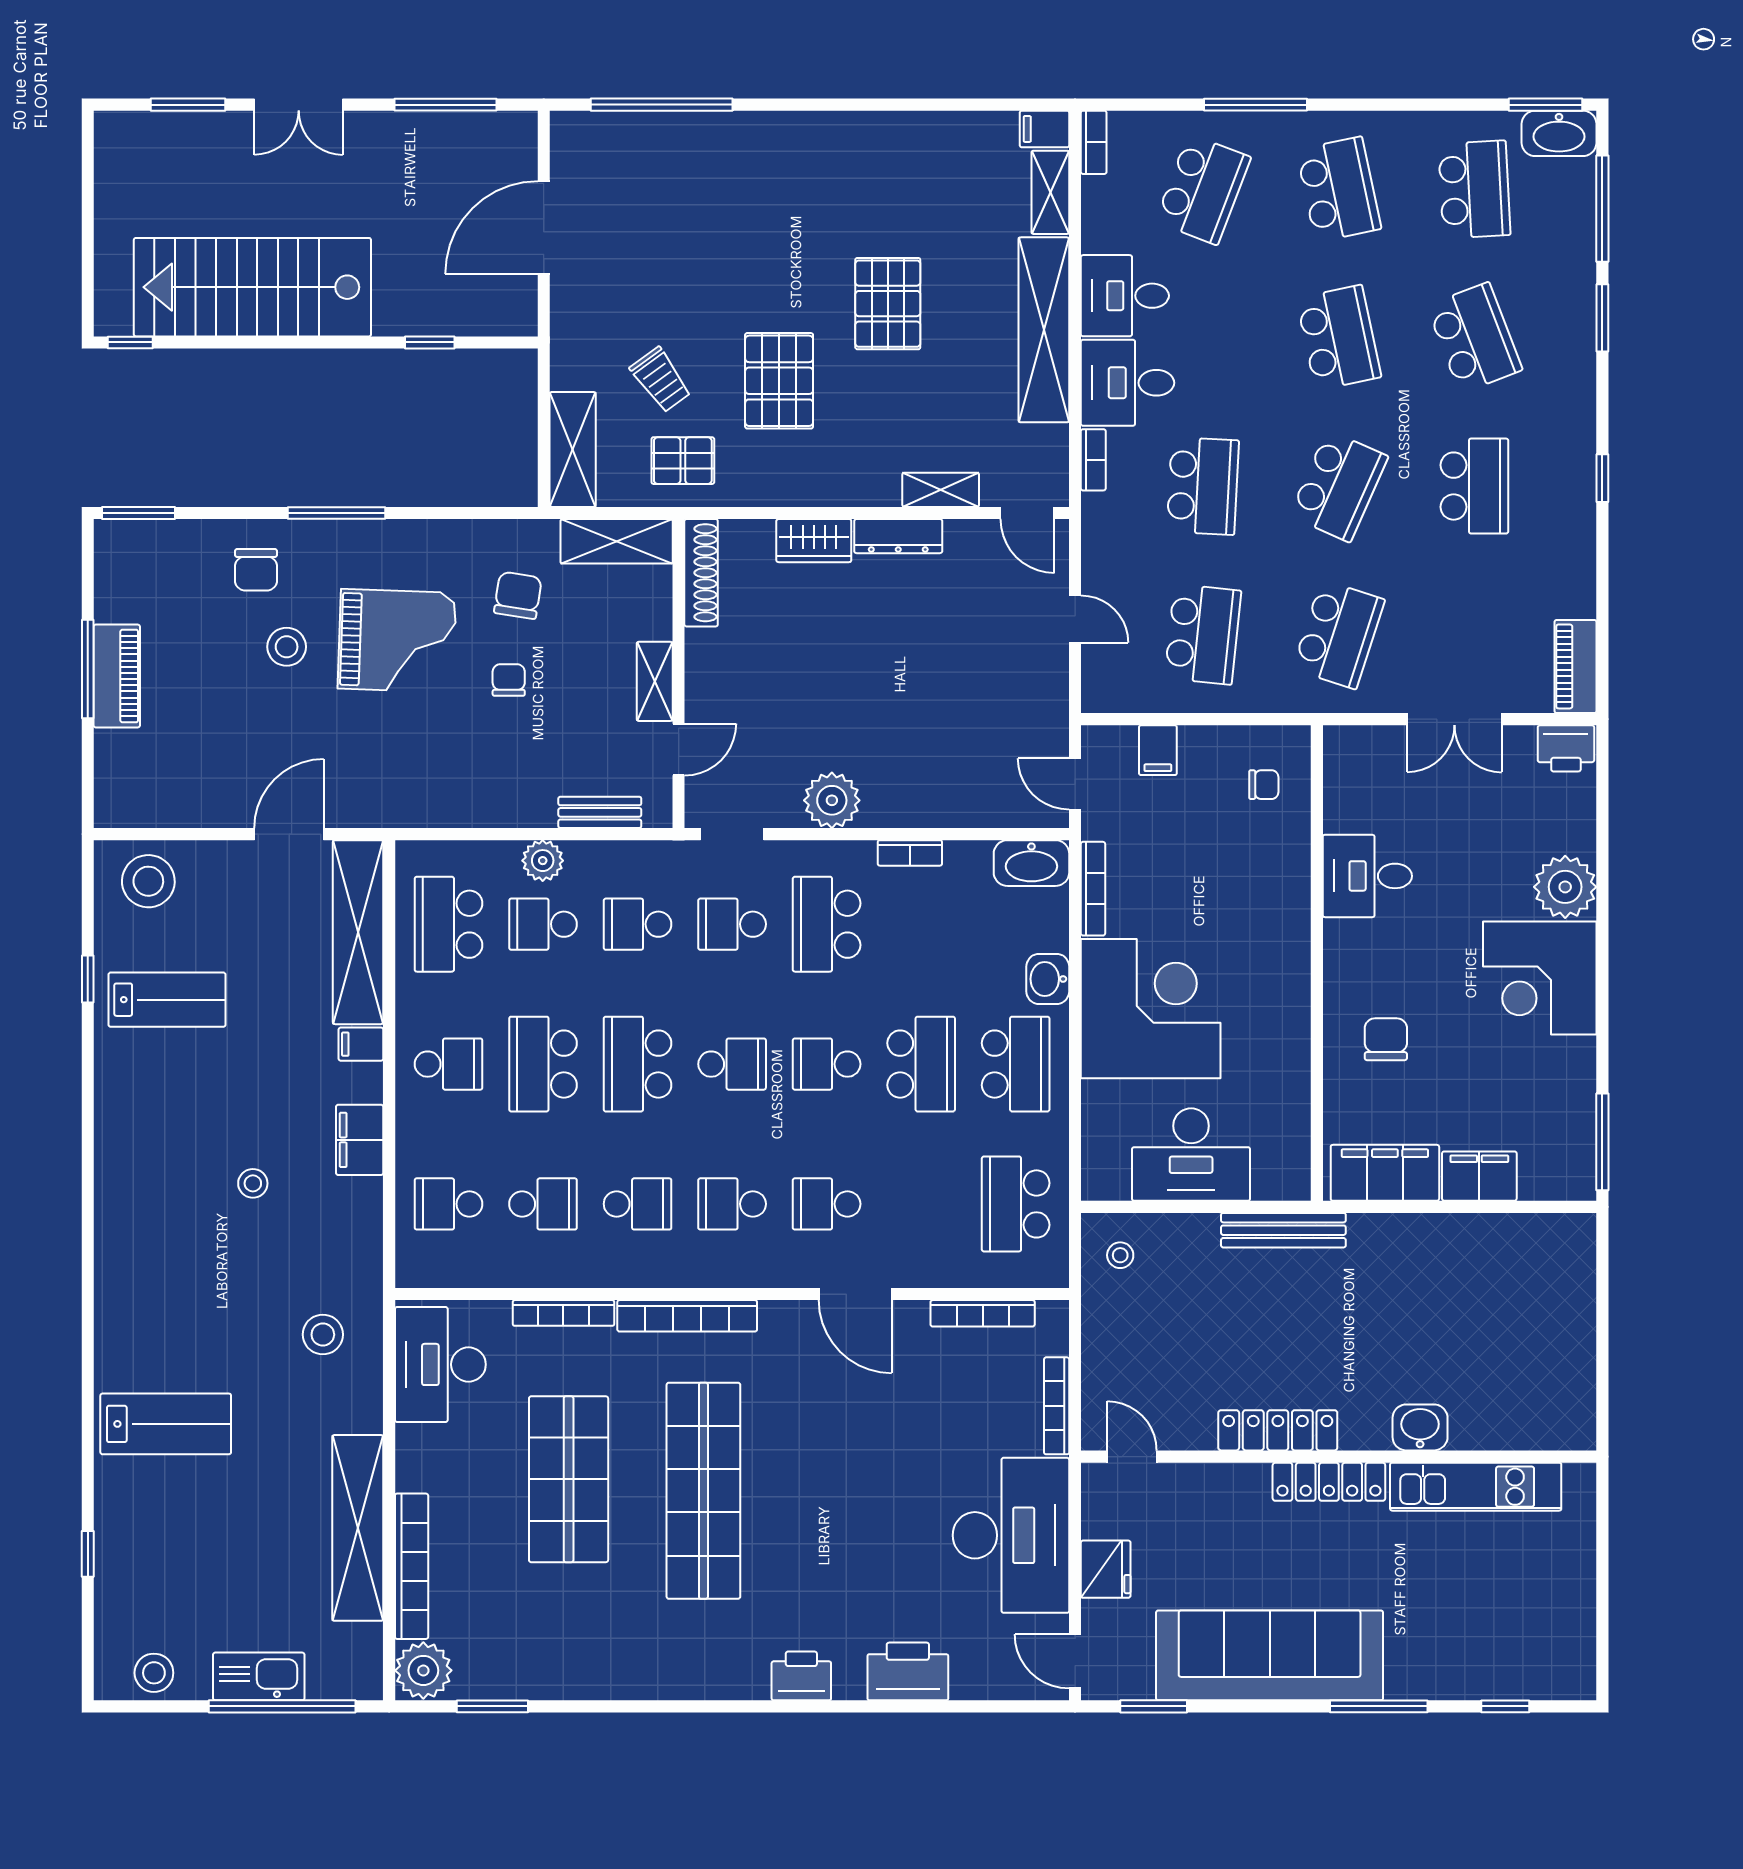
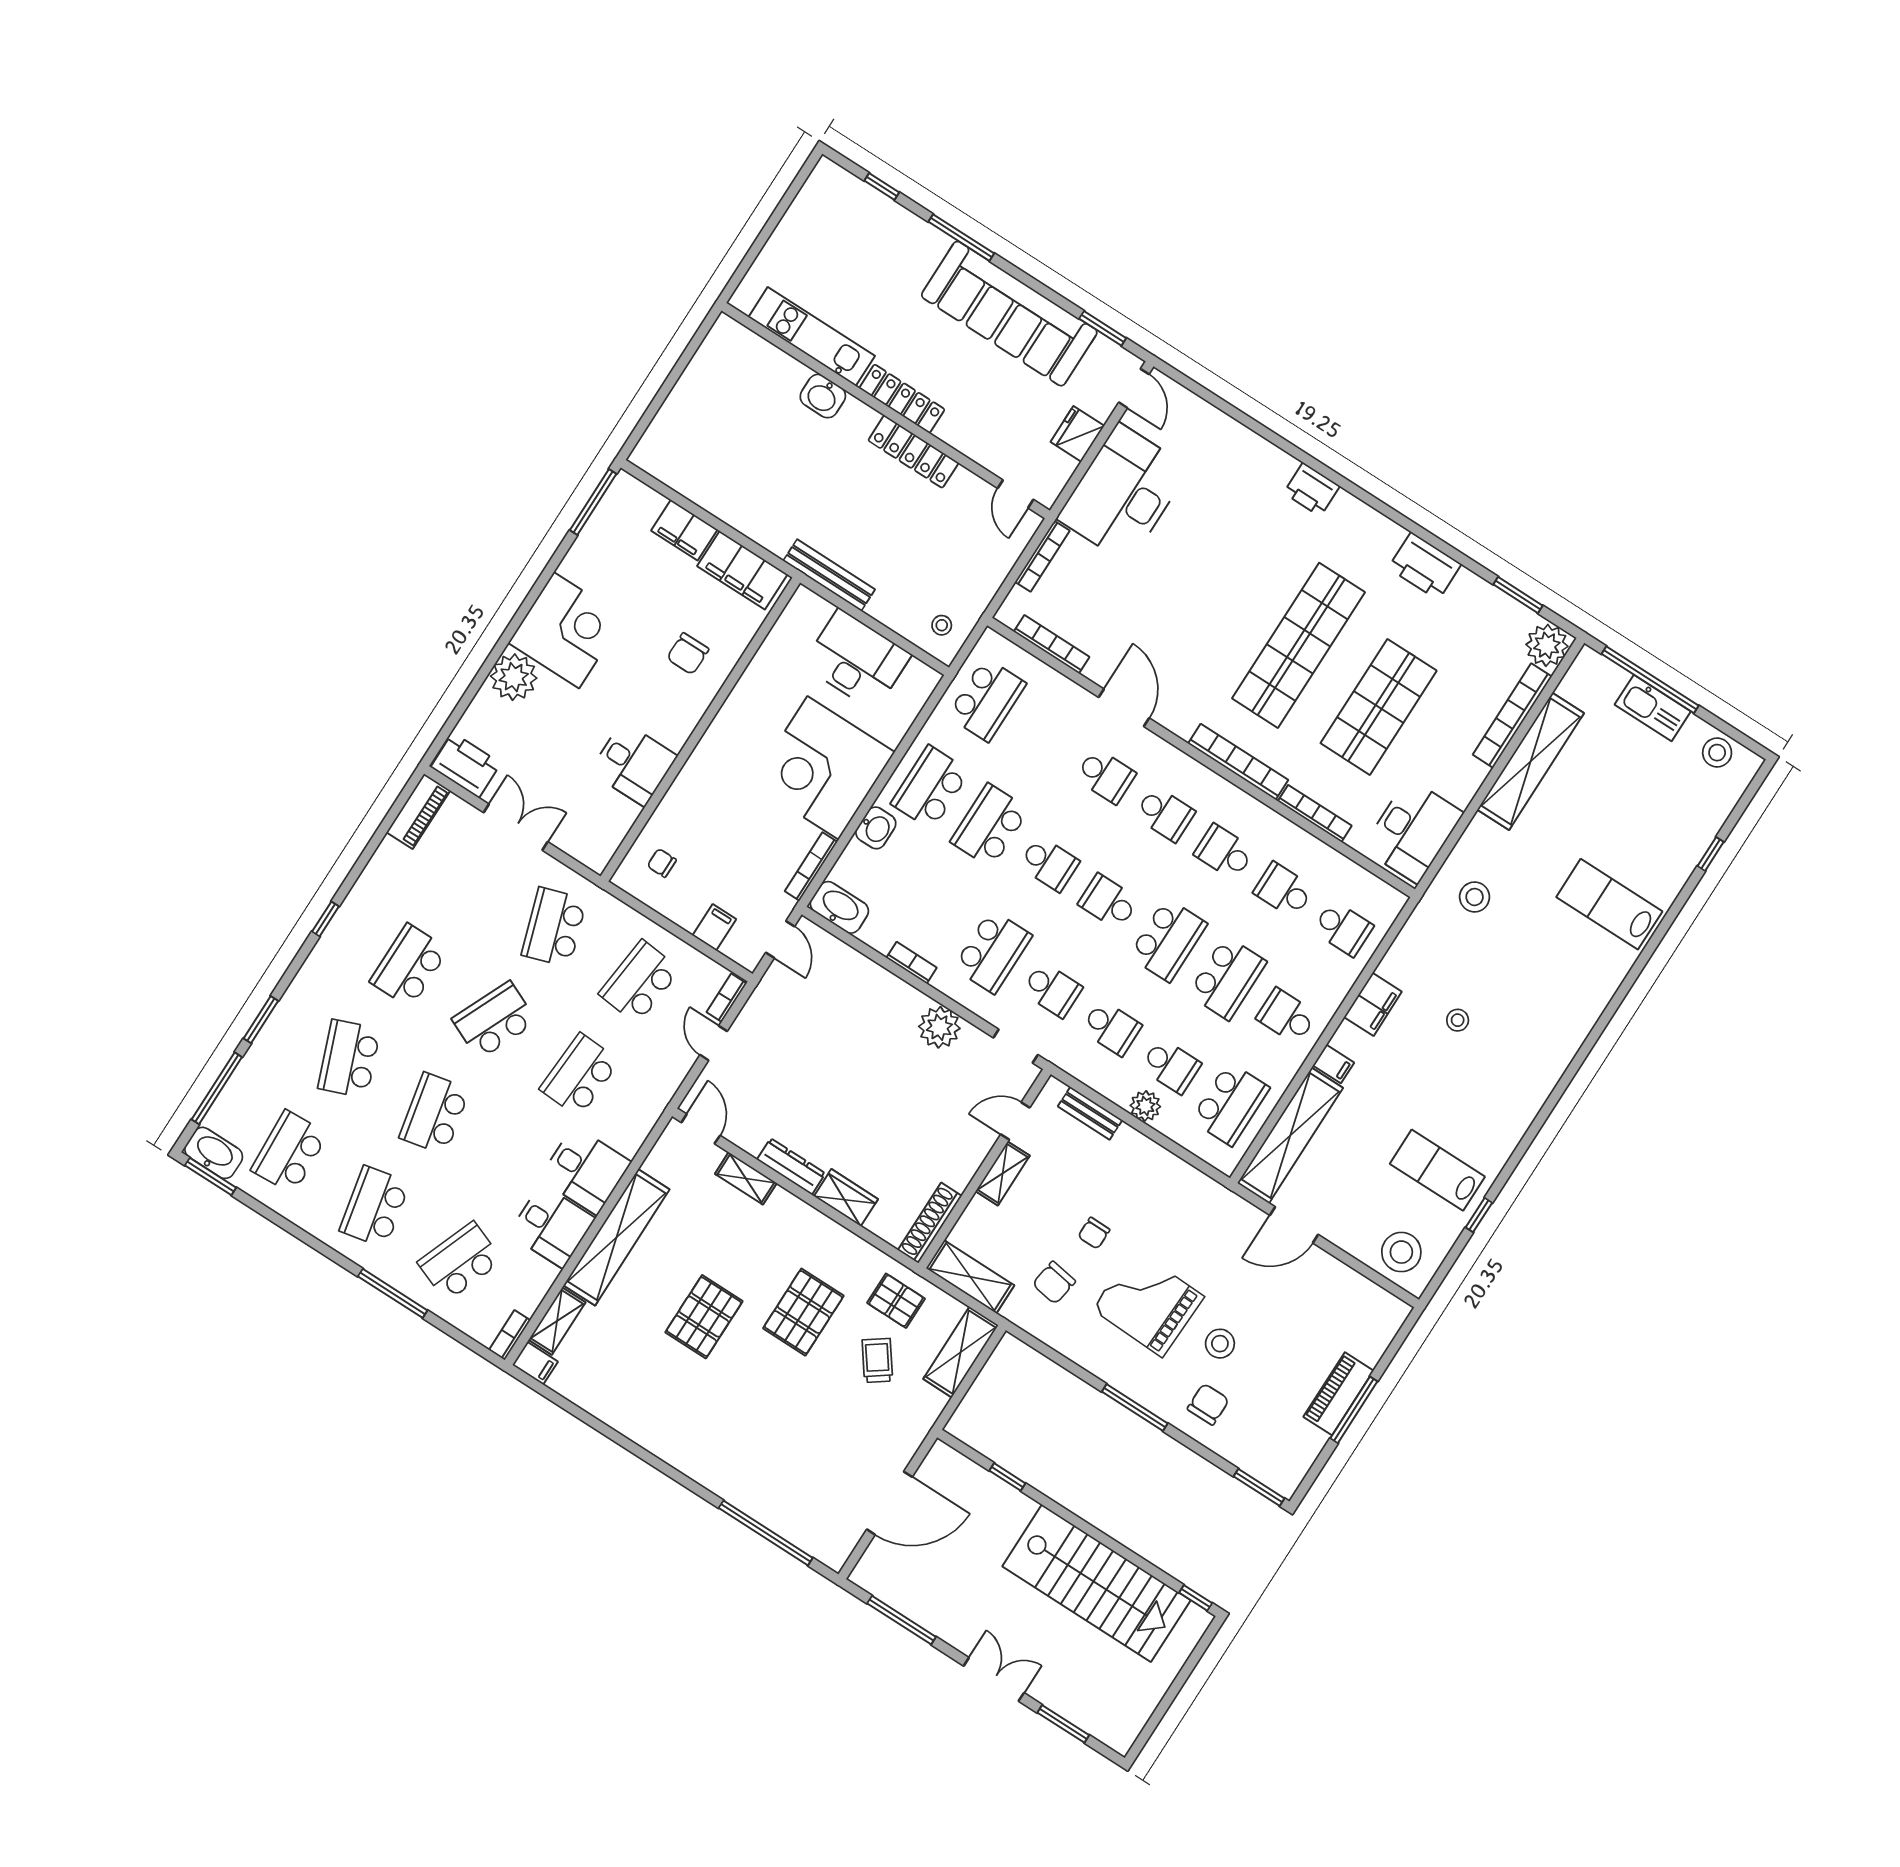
bookcase: (1093, 460) -> (726, 998), moved
school desk: (1339, 634) -> (554, 927), turned -36
printer: (1566, 748) -> (466, 765), width x1.37, depth x1.19
printer: (908, 1671) -> (1425, 566), moved

